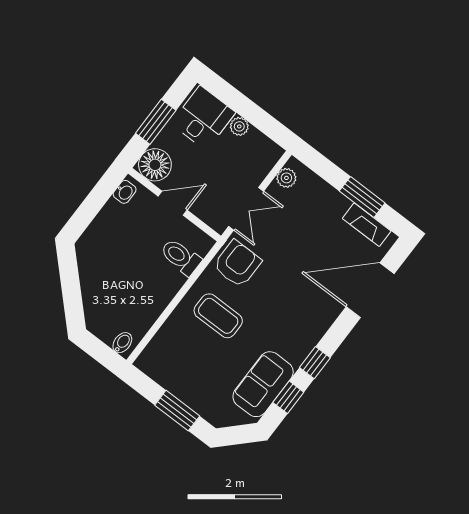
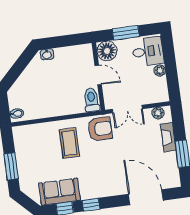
washbasin: (125, 192) -> (47, 54), moved
fireplace: (367, 225) -> (168, 137), moved
toilet: (181, 257) -> (92, 100), moved

